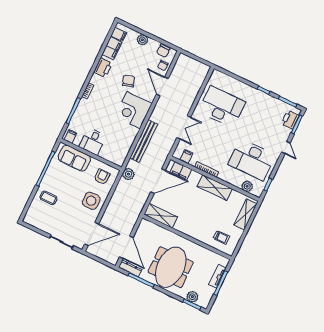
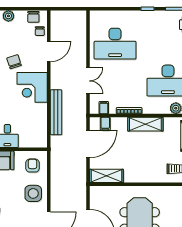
door: (162, 86) -> (49, 51), swing flipped
desk: (222, 107) -> (115, 44), turned 180
filing cabinet: (181, 171) -> (105, 124), width x0.50
plant: (128, 174) -> (57, 151), removed

